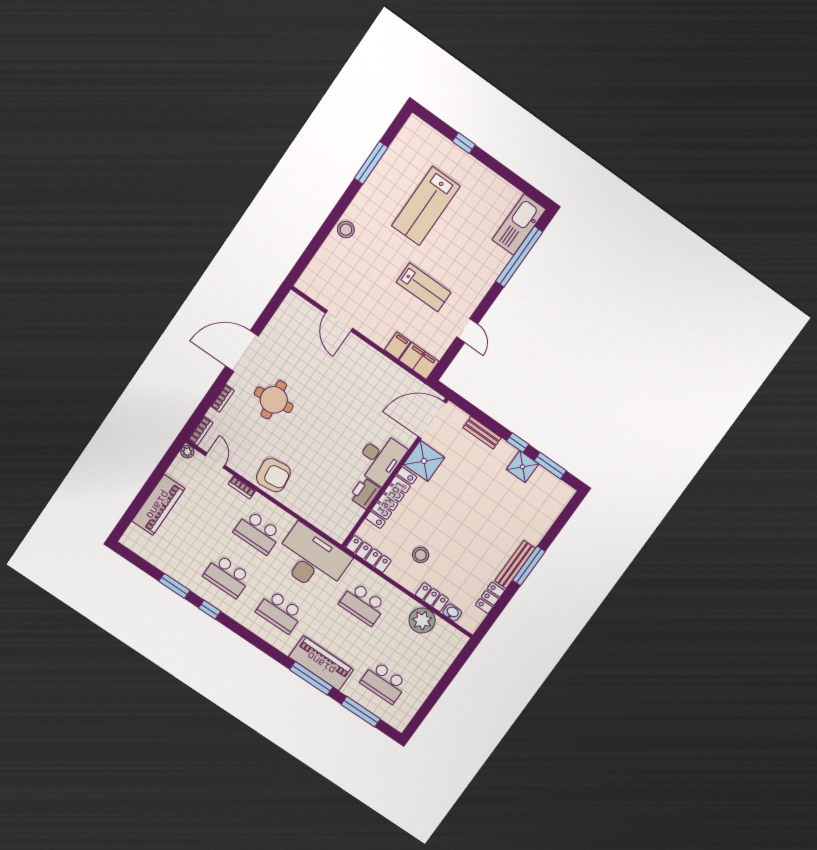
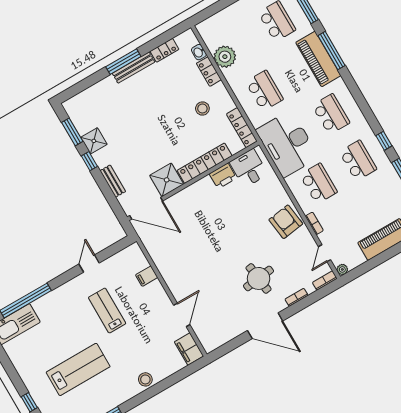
filing cabinet: (419, 361) -> (189, 349), moved
desk: (380, 458) -> (249, 168), moved, width x0.73

